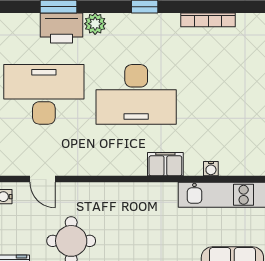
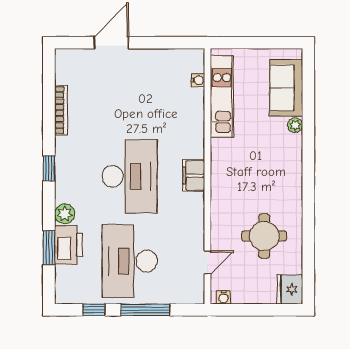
filing cabinet: (165, 164) -> (194, 176), moved
water cooler: (211, 169) -> (198, 80), moved

